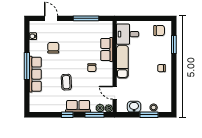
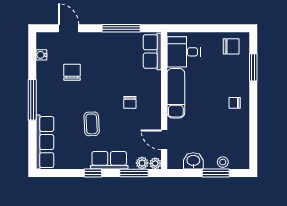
row of seats: (107, 50) -> (152, 51), moved
row of seats: (35, 74) -> (45, 142), moved

